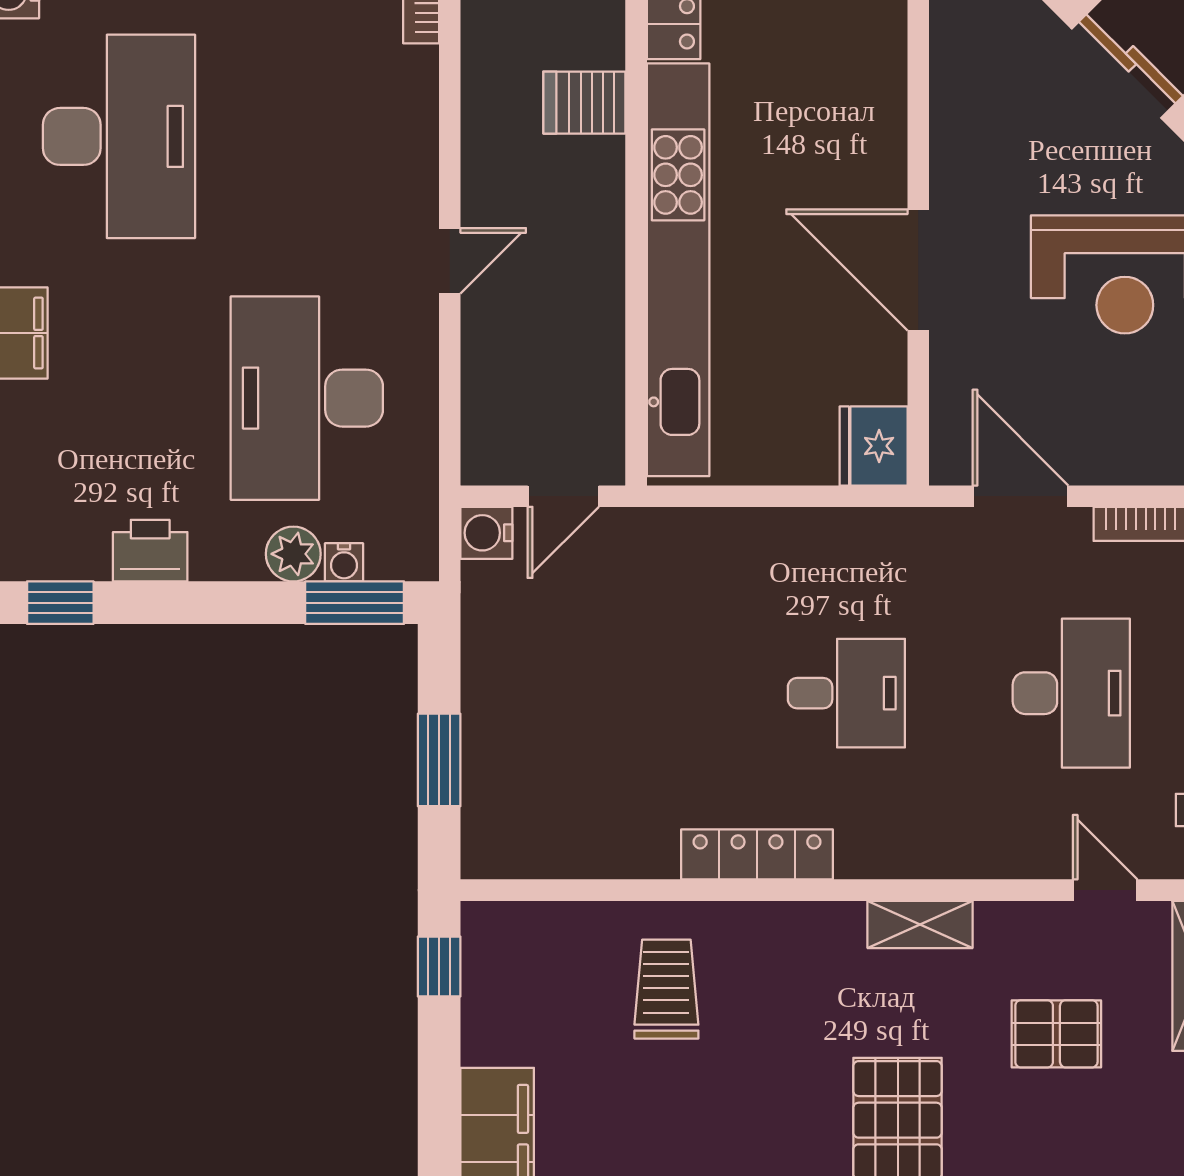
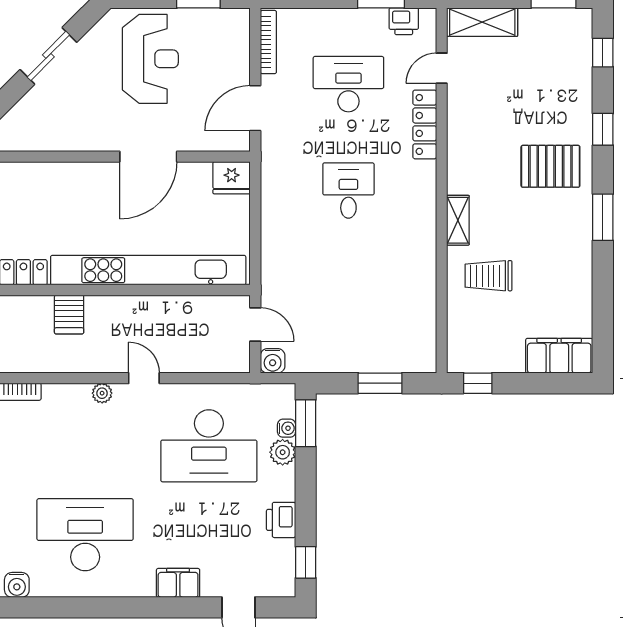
plant: (418, 172) -> (102, 393), added
locker: (757, 854) -> (425, 124), moved
shelving: (920, 924) -> (458, 220), moved
pallet: (1056, 1034) -> (510, 91), removed

